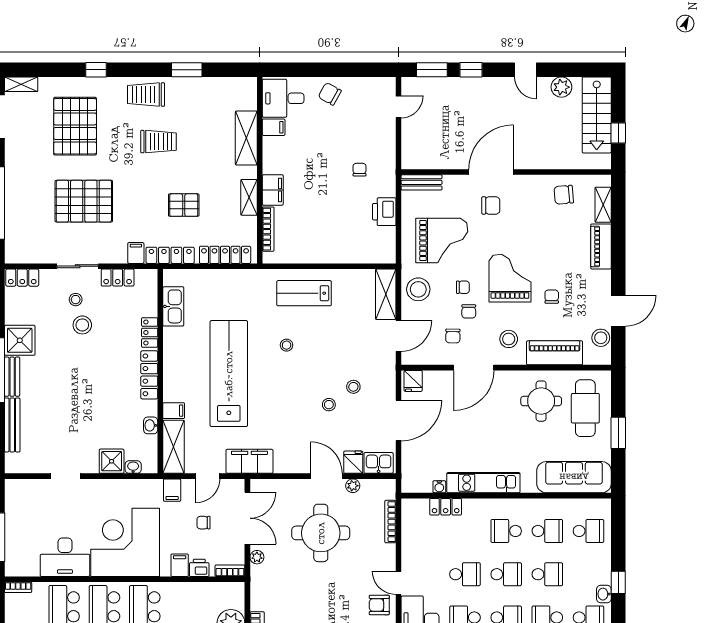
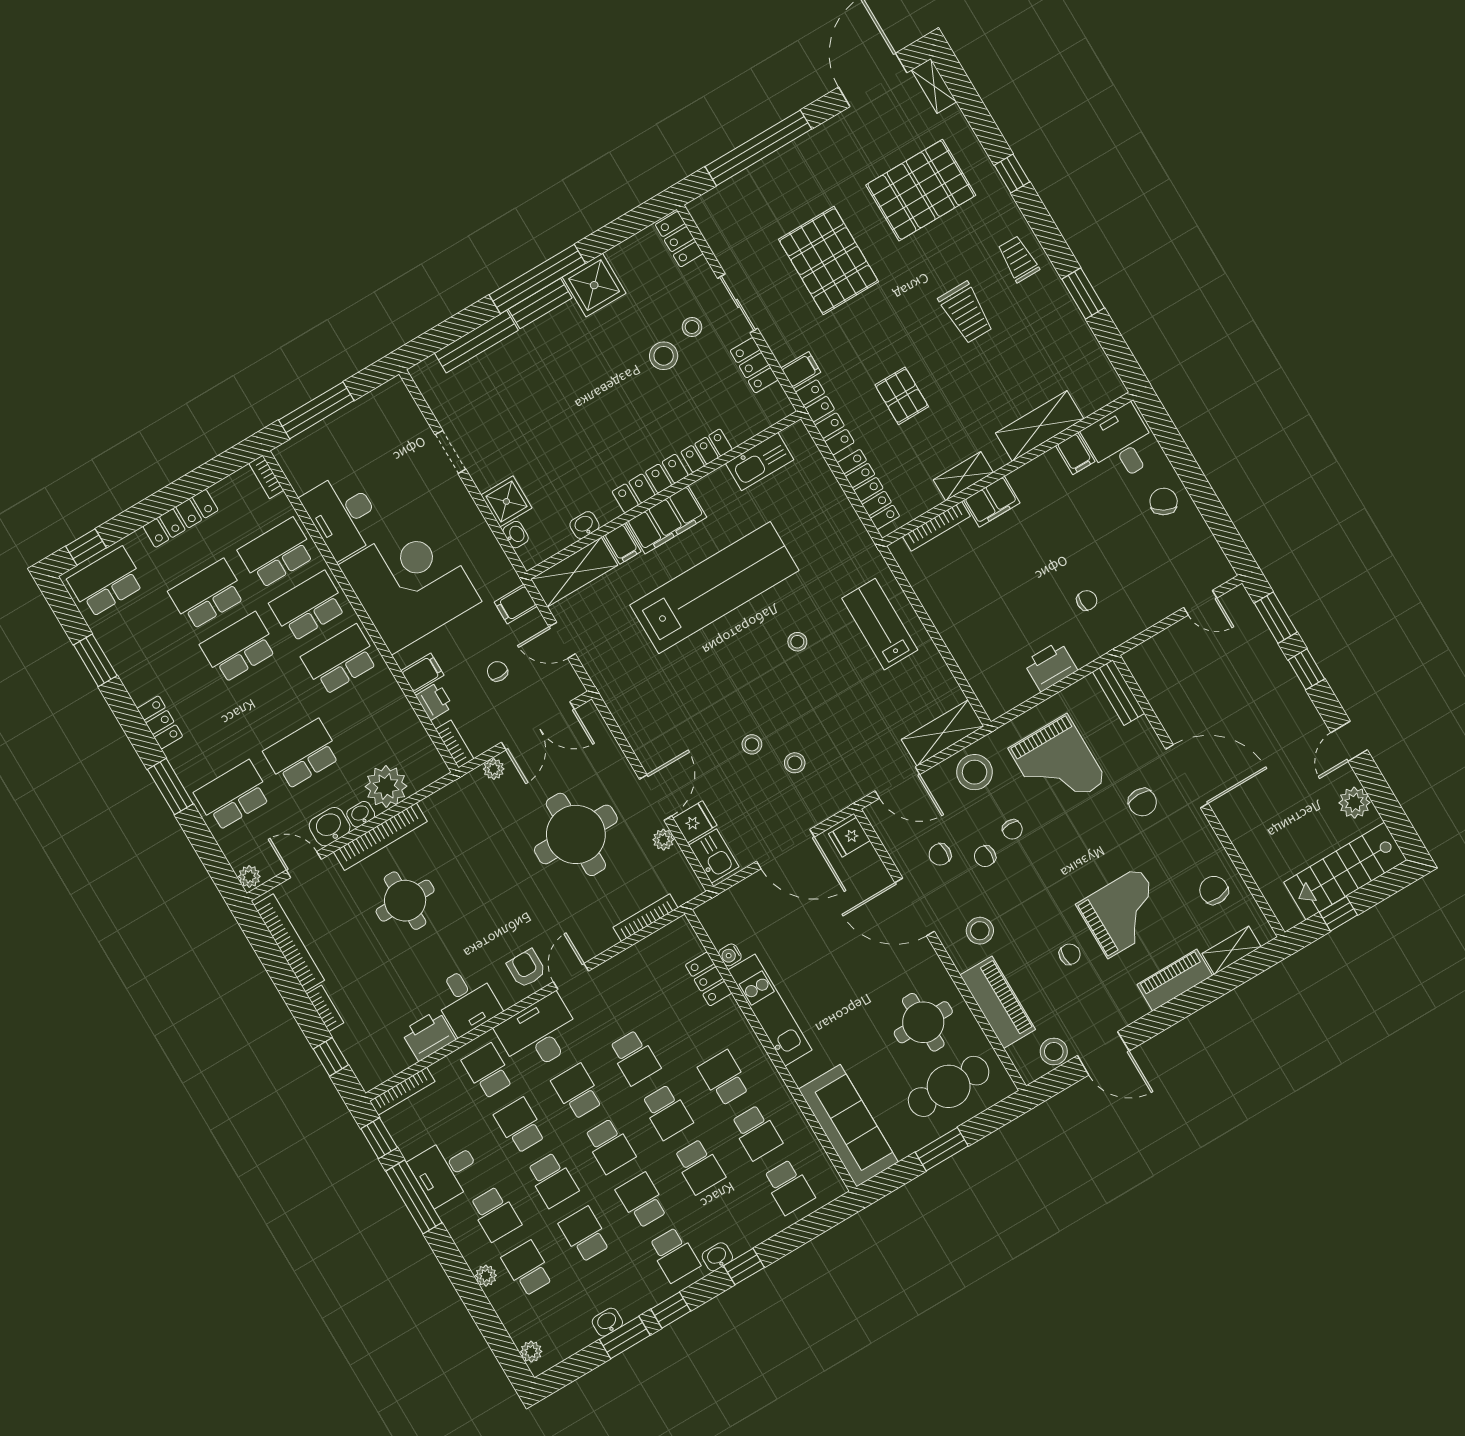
trolley: (146, 95) -> (1018, 259), width x0.73, depth x0.72
grand piano: (510, 278) -> (1123, 913), moved
filing cabinet: (249, 461) -> (667, 520), moved, turned 90

